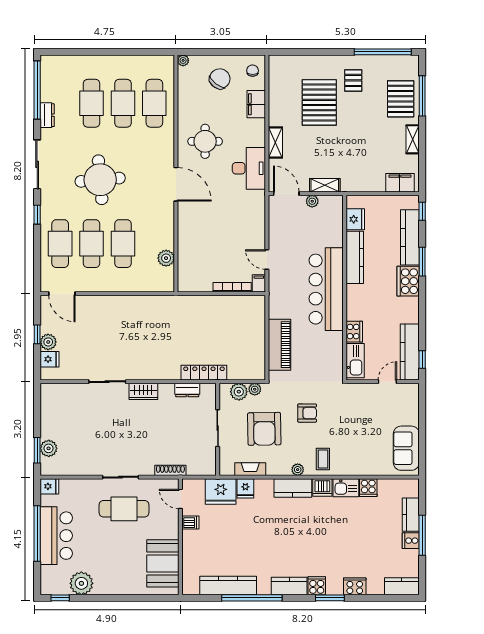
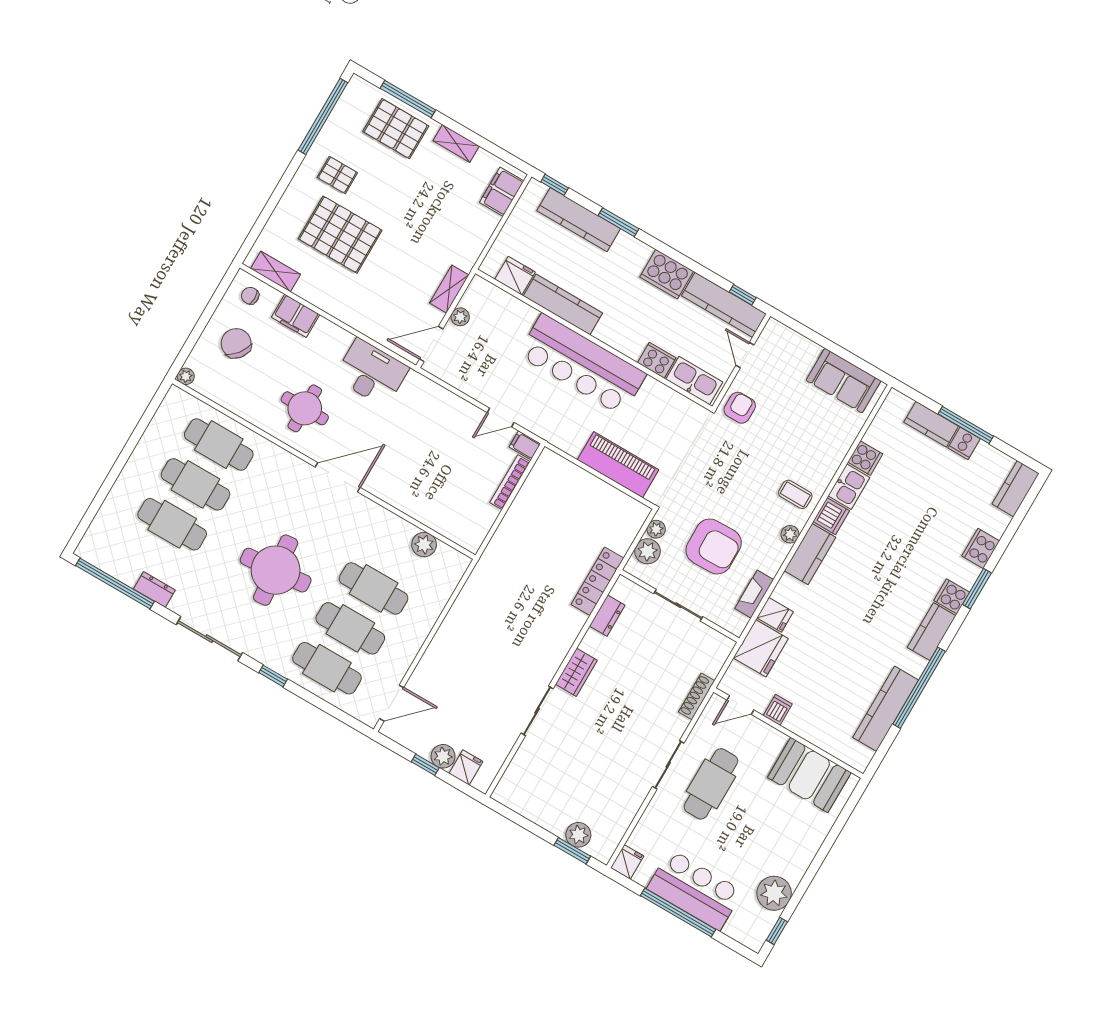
shelving: (275, 142) -> (276, 271), moved
cooker: (408, 281) -> (667, 274), moved
armchair: (307, 413) -> (740, 408), moved

